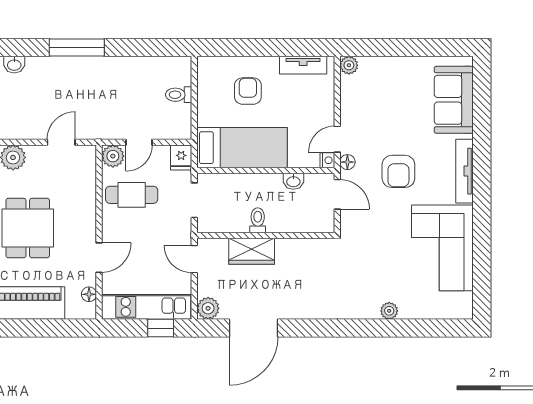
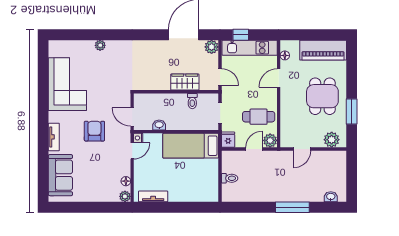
armchair: (248, 91) -> (187, 181), removed
floor lamp: (347, 162) -> (126, 181), moved
tv unit: (464, 171) -> (54, 137), width x0.71
toilet: (258, 220) -> (192, 101), moved

